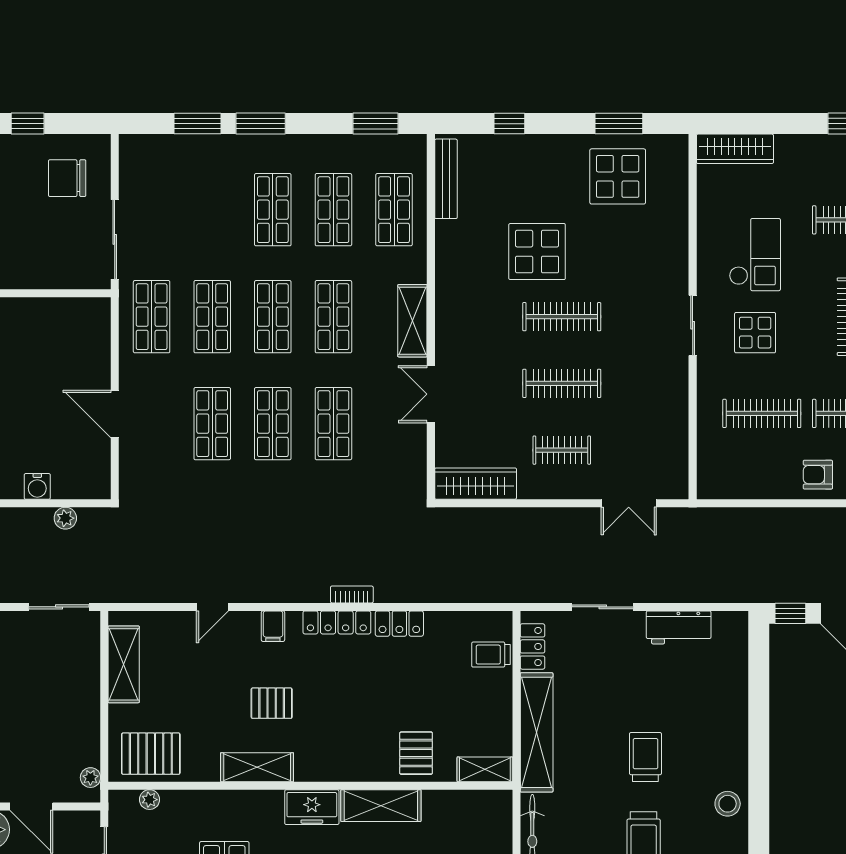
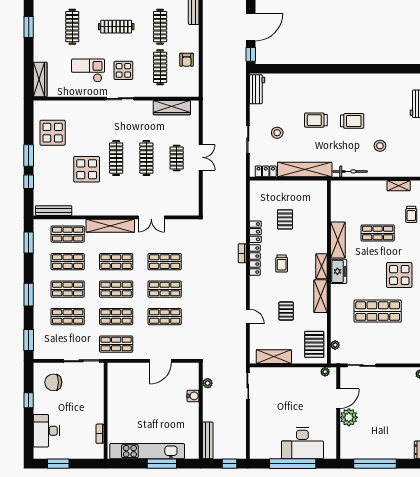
window: (198, 124) -> (29, 340), moved
window: (619, 124) -> (29, 156), moved
chair: (67, 178) -> (53, 382), turned 90
shop shelf: (212, 210) -> (68, 317), added
shelving: (412, 321) -> (110, 226), width x1.47
armchair: (818, 475) -> (187, 60), moved
wardrobe: (476, 484) -> (172, 108), moved, turned -90
double door: (629, 503) -> (201, 157), moved
filing cabinet: (273, 626) -> (257, 289), removed
workbench: (679, 627) -> (257, 89), moved
trolley: (491, 655) -> (282, 263), moved
pallet: (272, 703) -> (286, 311), moved
pallet: (416, 753) -> (285, 219), moved, turned 90
shelving: (485, 769) -> (321, 266), moved
stool: (728, 804) -> (277, 133), moved

